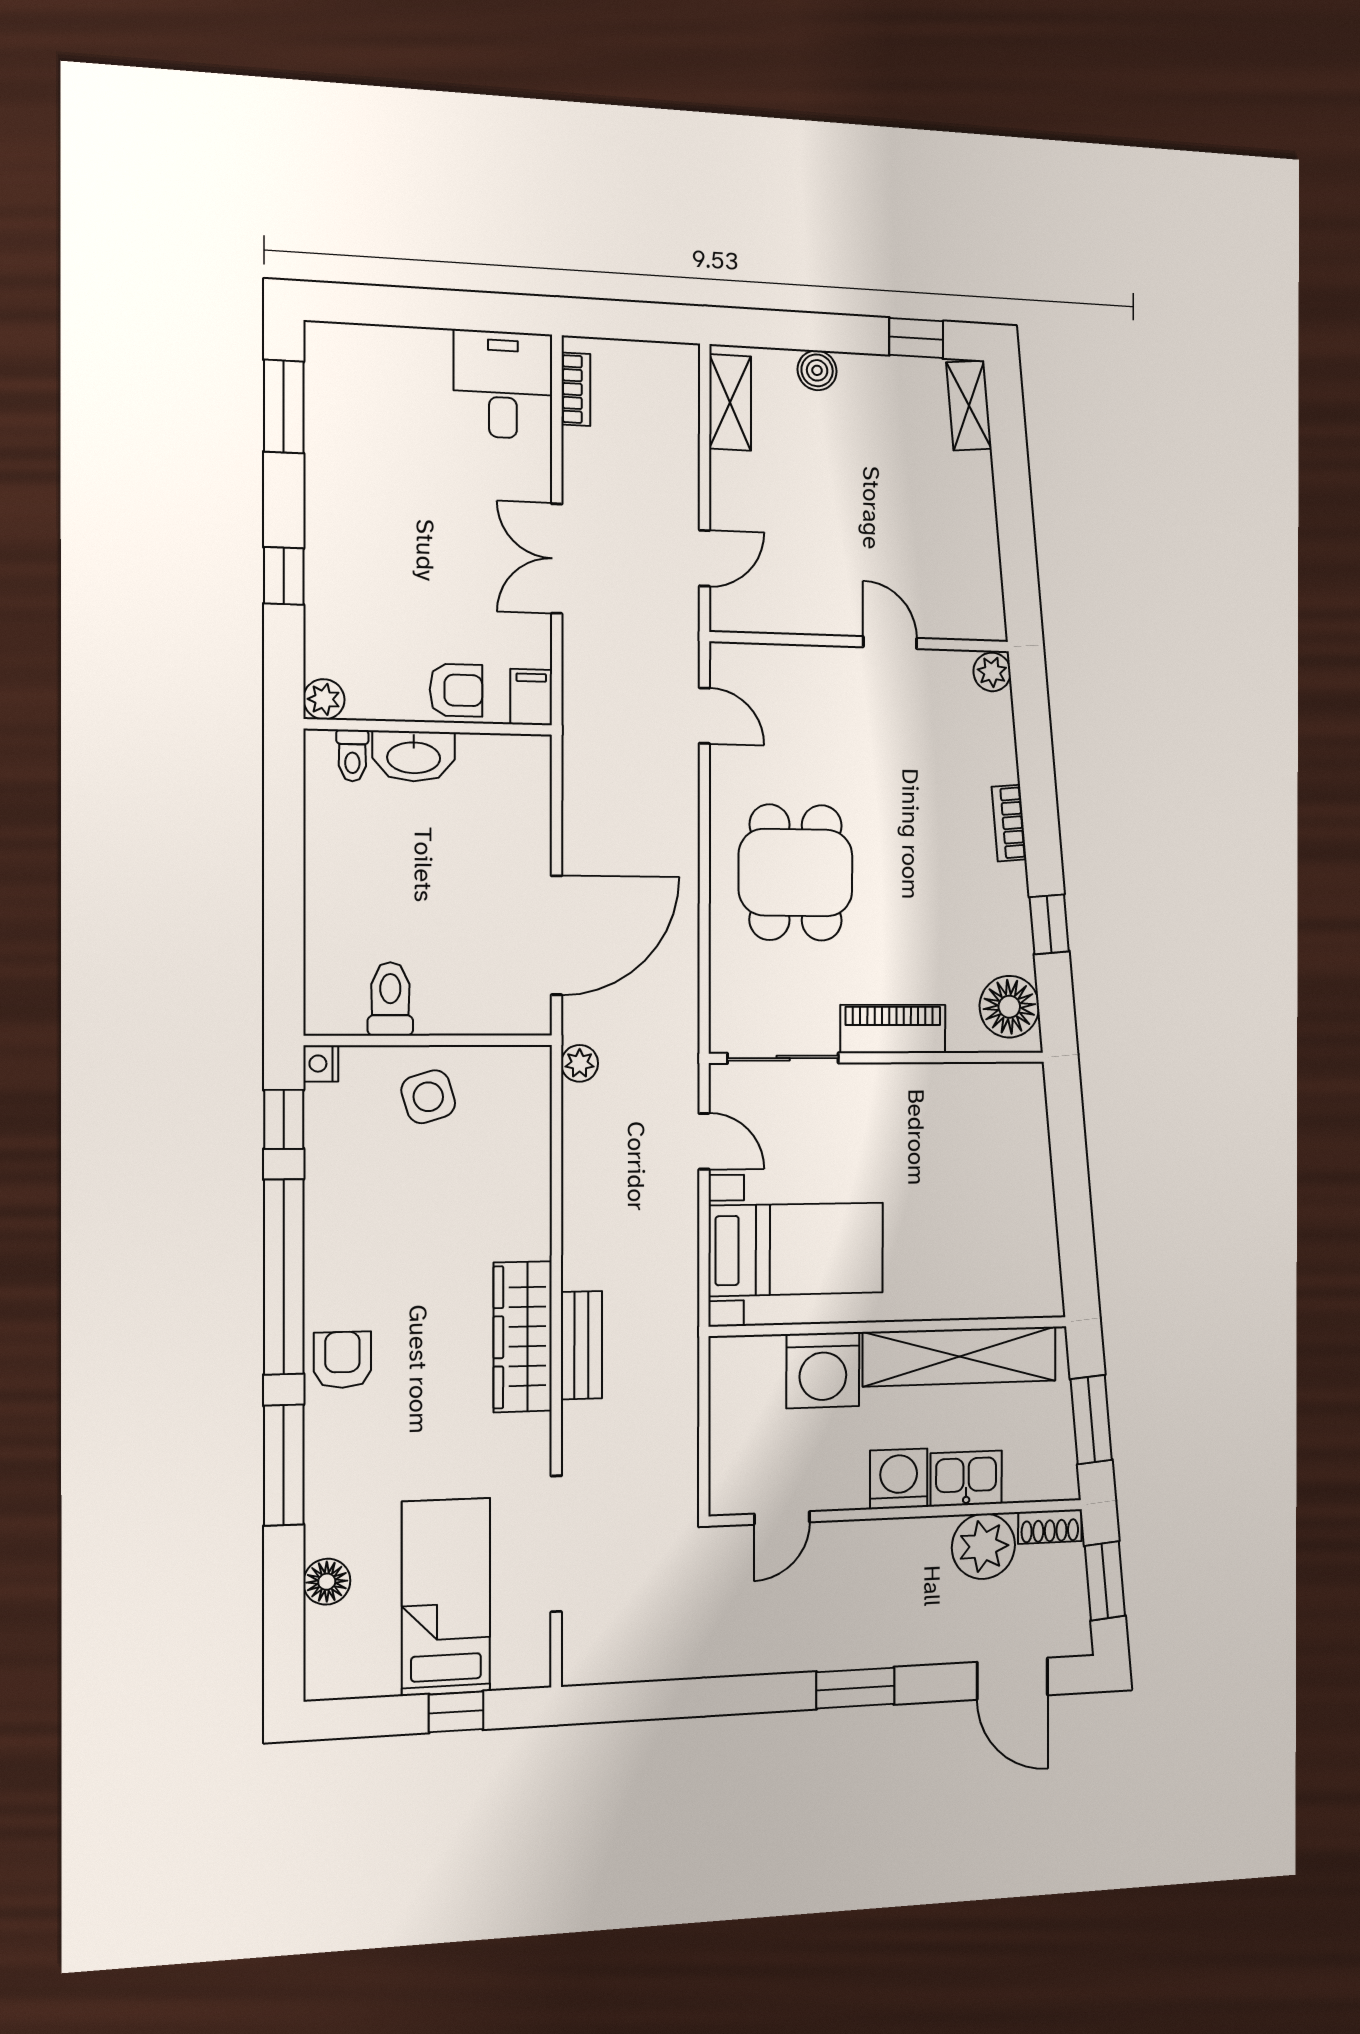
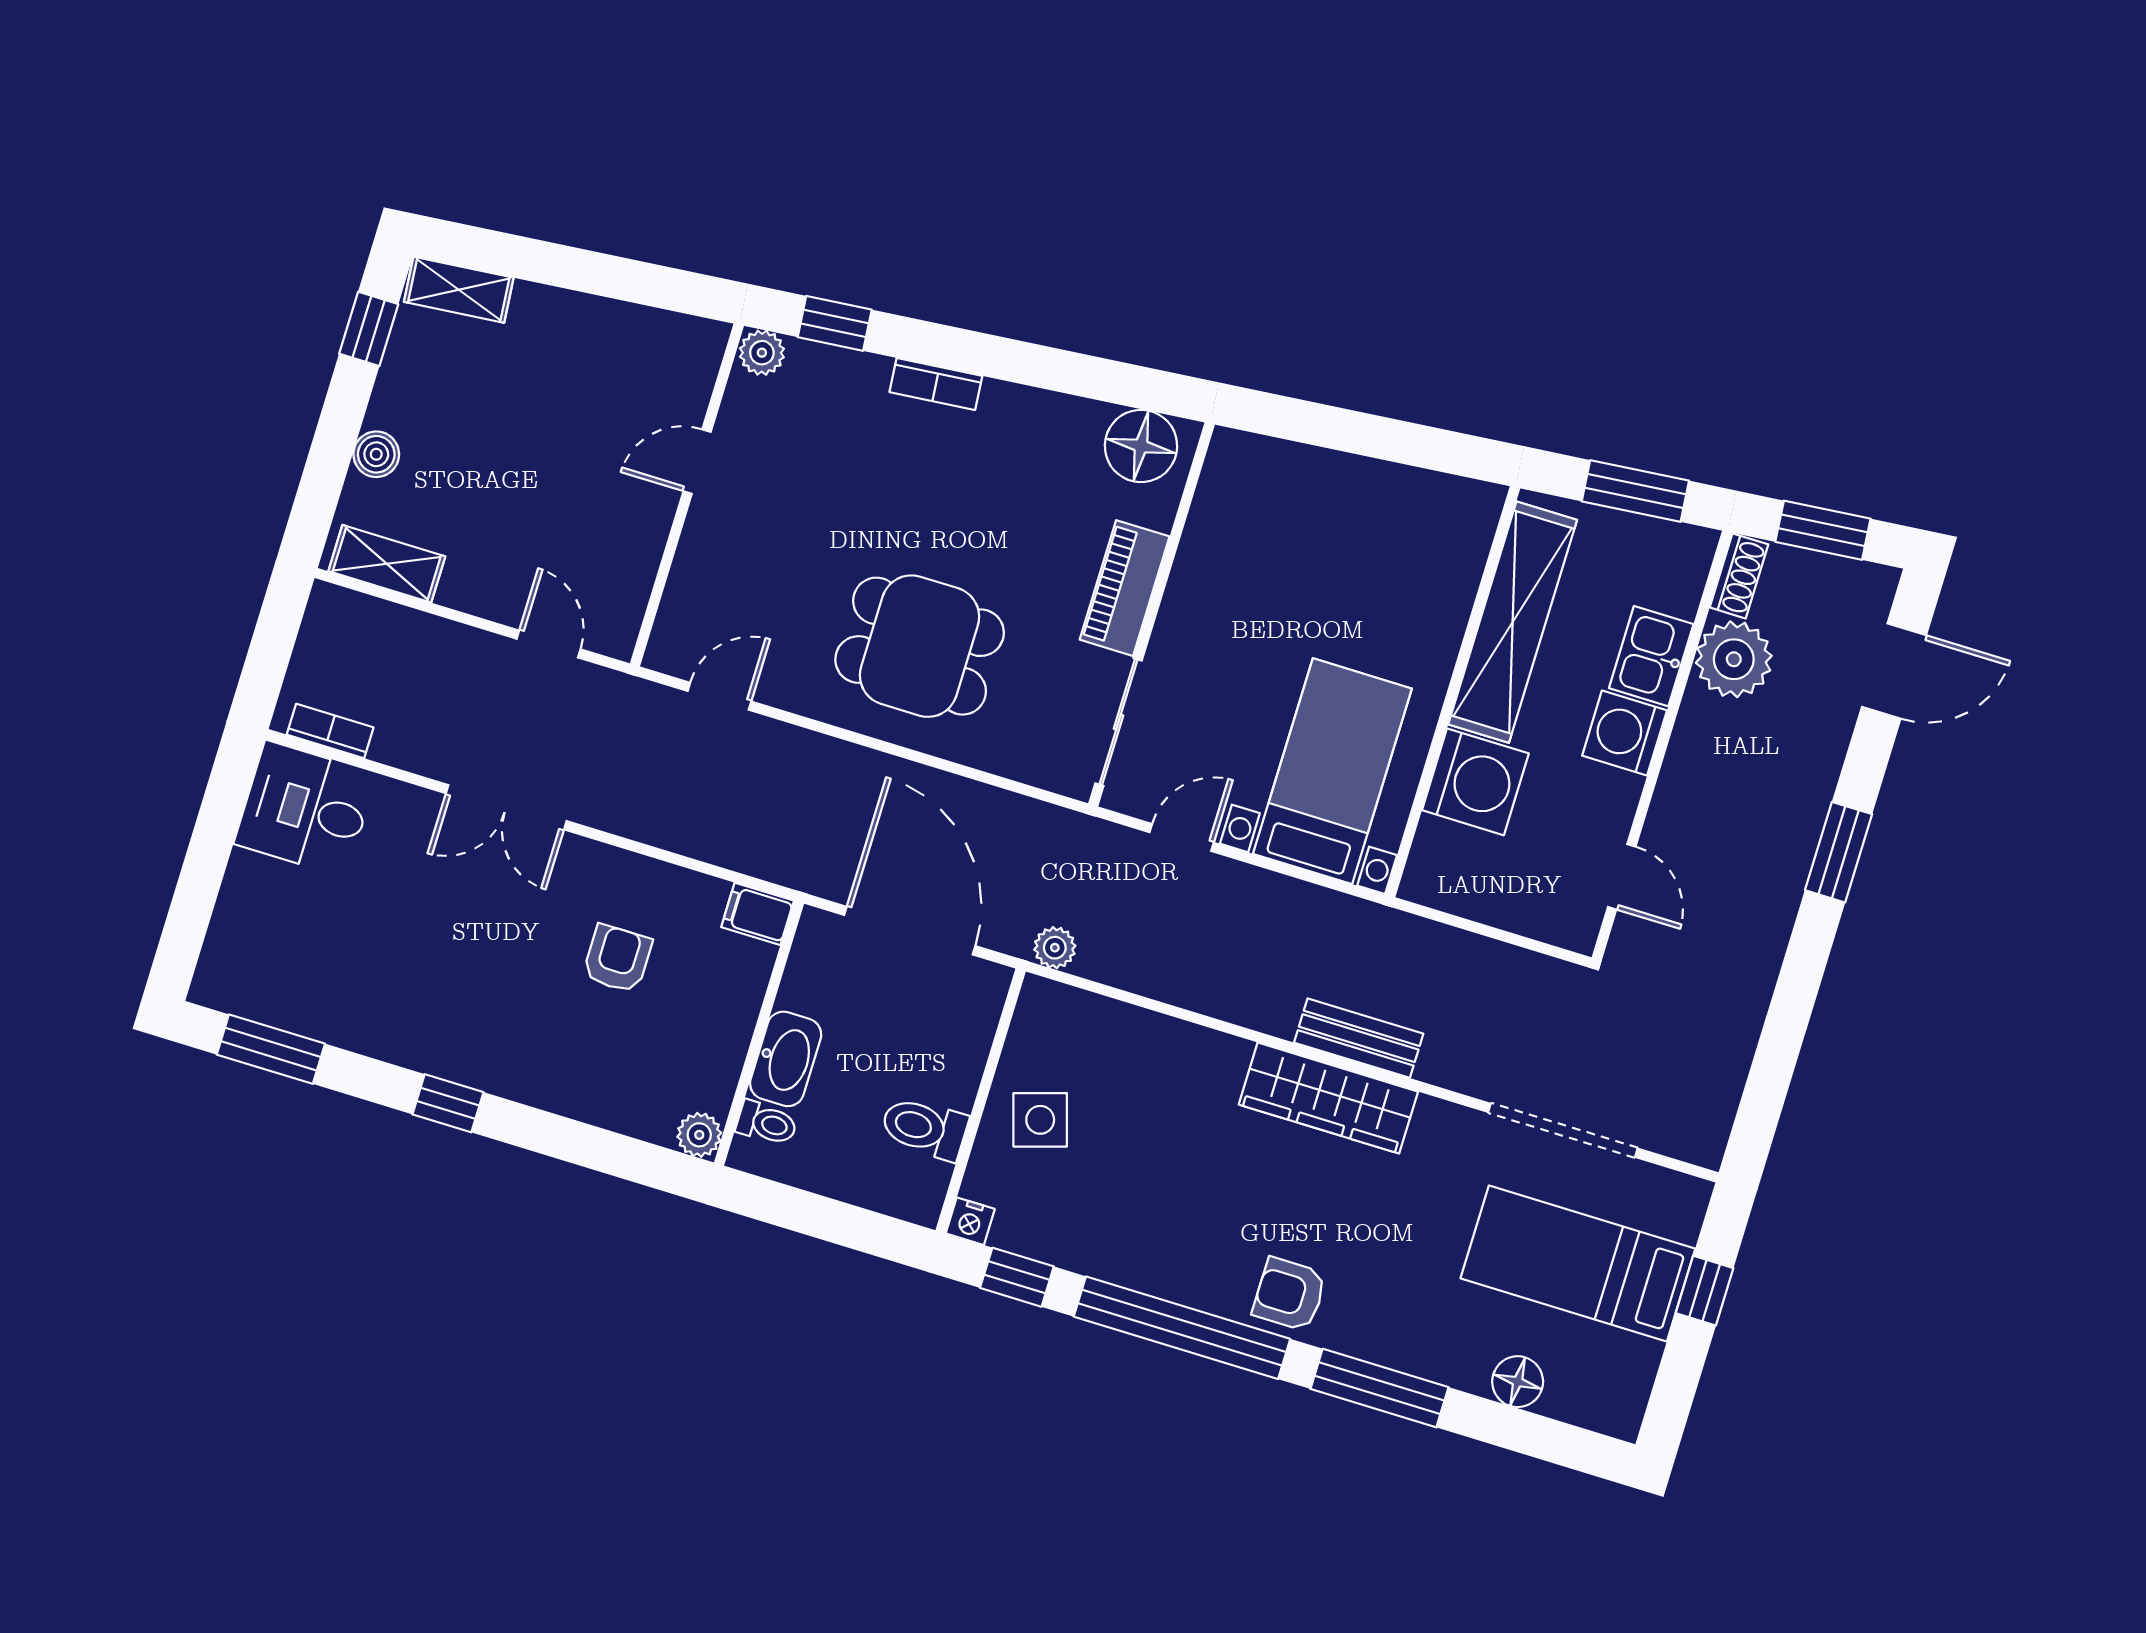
filing cabinet: (531, 697) -> (758, 914), moved
plant: (324, 699) -> (699, 1135), moved
wall: (429, 727) -> (759, 1033), moved
toilet: (352, 756) -> (767, 1123), moved
washbasin: (414, 756) -> (786, 1059), moved
window: (1049, 924) -> (835, 323), moved

